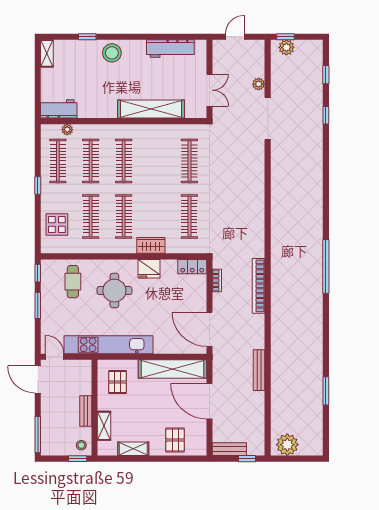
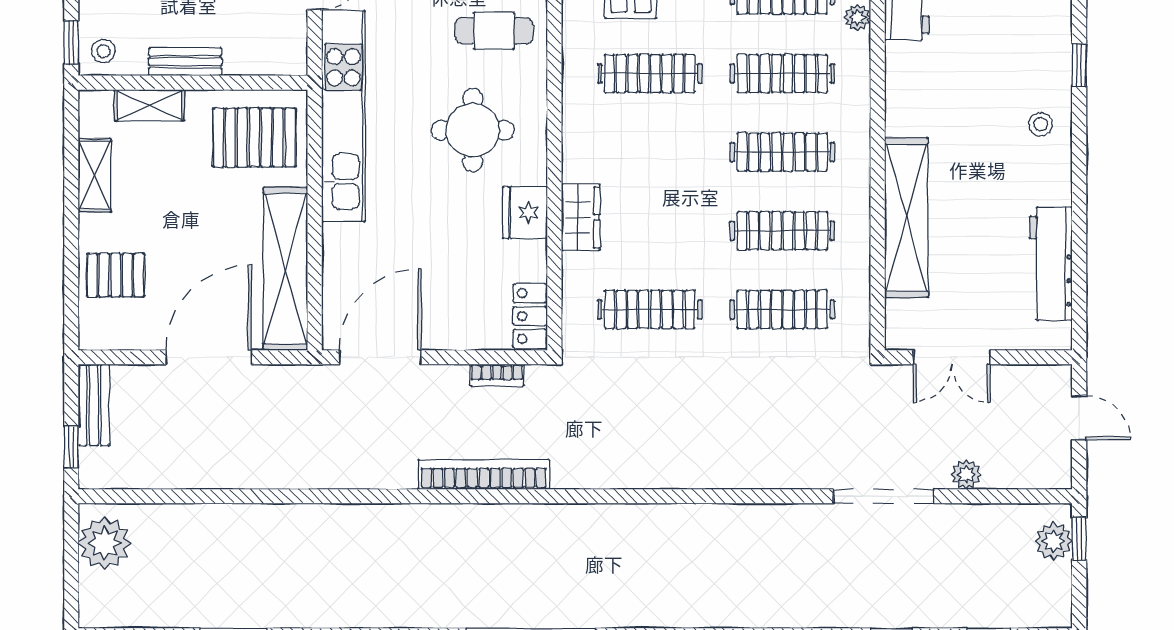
stool: (112, 53) -> (1041, 124), width x0.53, depth x0.53
clothes rail: (124, 216) -> (782, 231), moved
bench: (259, 370) -> (283, 476), removed
pallet: (118, 382) -> (254, 138), width x1.50, depth x1.42

